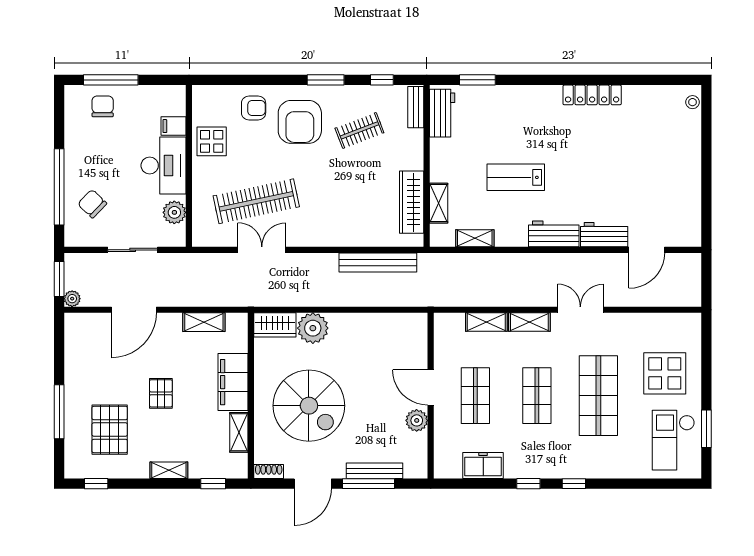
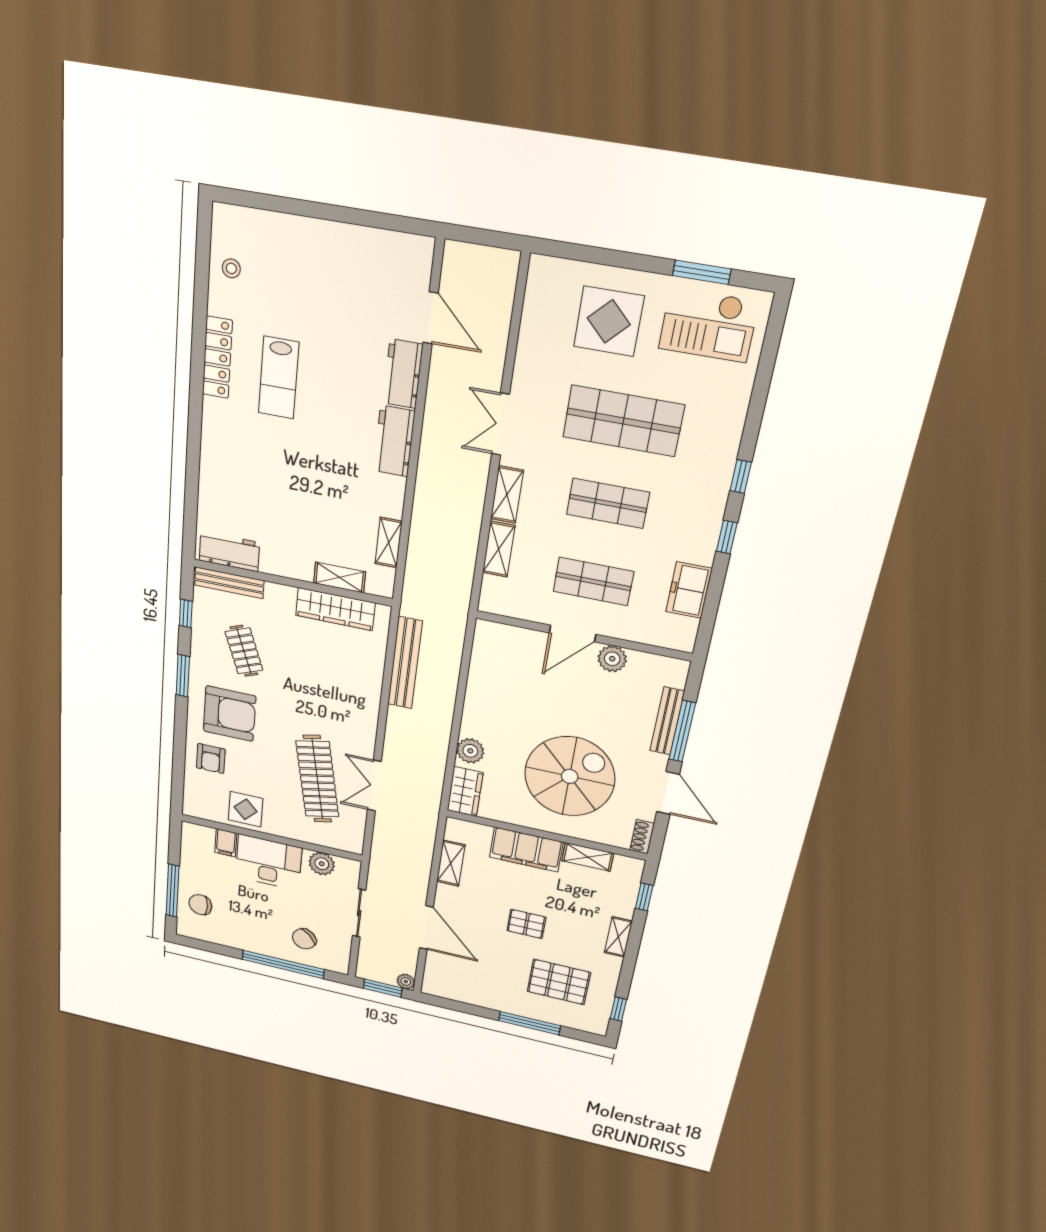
window: (477, 80) -> (191, 501), removed
stool: (692, 102) -> (231, 268), moved
bench: (416, 107) -> (229, 583), width x1.36
armchair: (254, 108) -> (211, 759), turned 180
lab bench: (516, 177) -> (279, 378), moved
plant: (313, 328) -> (470, 751), width x0.73, depth x0.73

